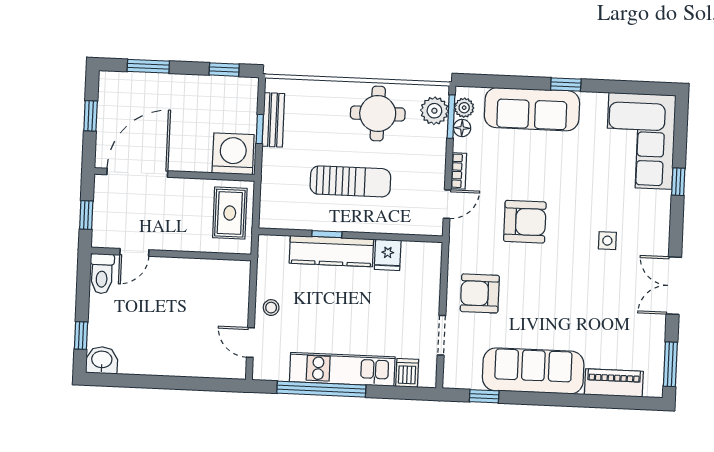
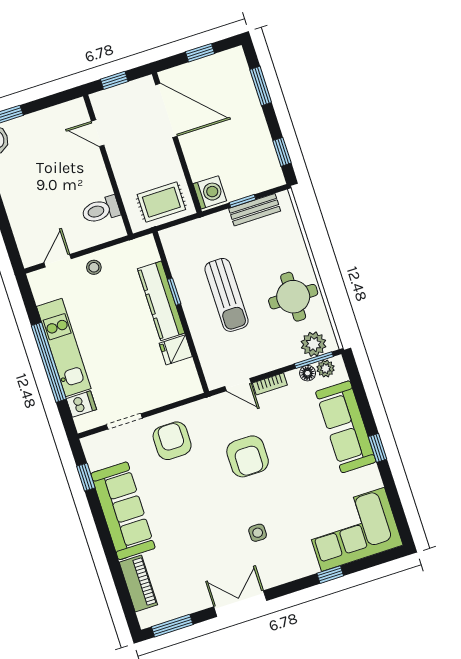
washing machine: (233, 154) -> (210, 192), width x0.73, depth x0.73
toilet: (102, 274) -> (101, 210), moved
window: (321, 389) -> (49, 362), moved

